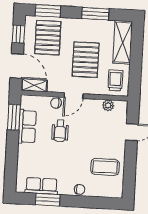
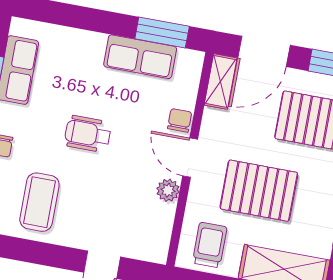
trolley: (115, 80) -> (210, 245), turned -90
plant: (108, 105) -> (168, 190), moved
wheelchair: (60, 131) -> (88, 134), moved

